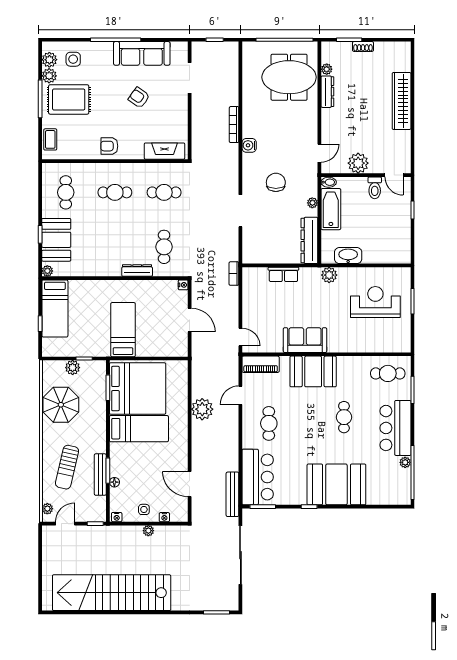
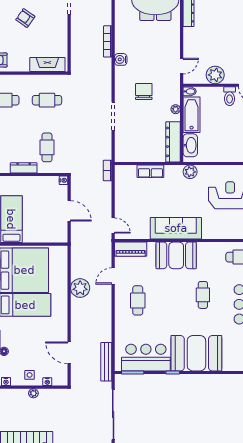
washbasin: (348, 256) -> (190, 145), moved, turned 90
sofa: (305, 340) -> (176, 228), width x1.36
bar counter: (258, 477) -> (146, 358), moved, turned -90

